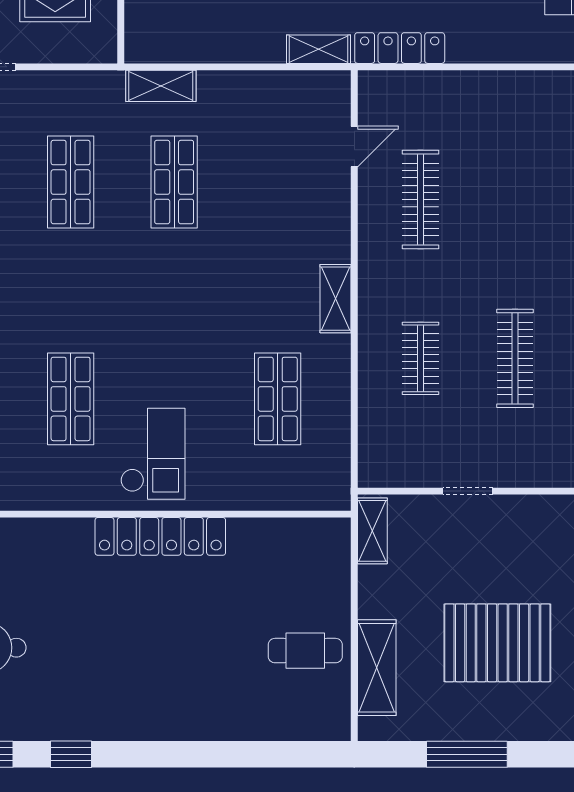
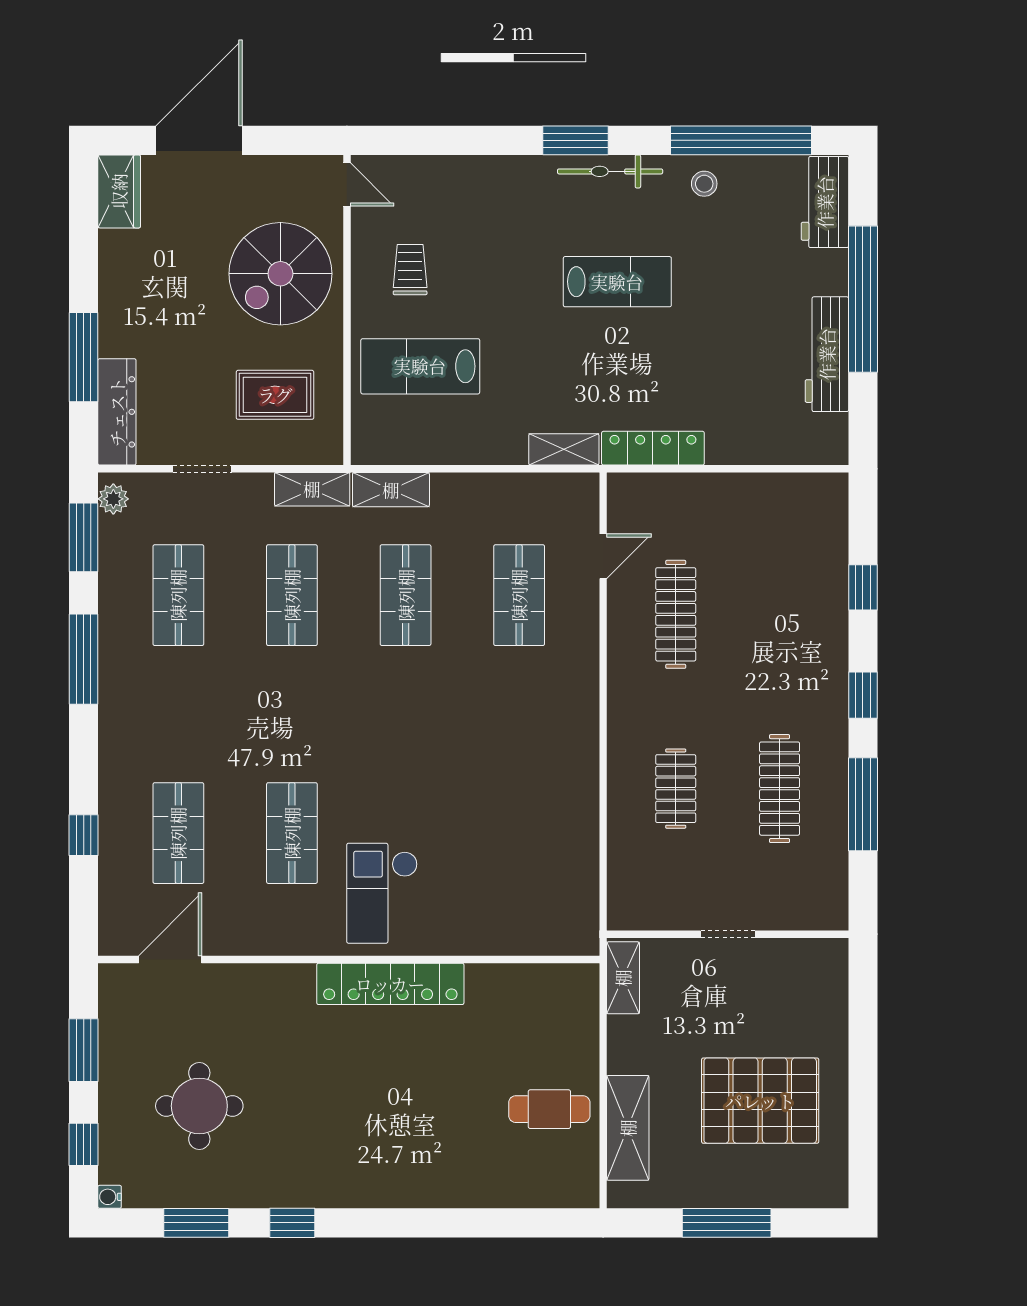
shelving: (336, 299) -> (312, 489), moved, turned 90
shop shelf: (278, 399) -> (519, 595), moved
checkout: (153, 454) -> (382, 893), turned 180

